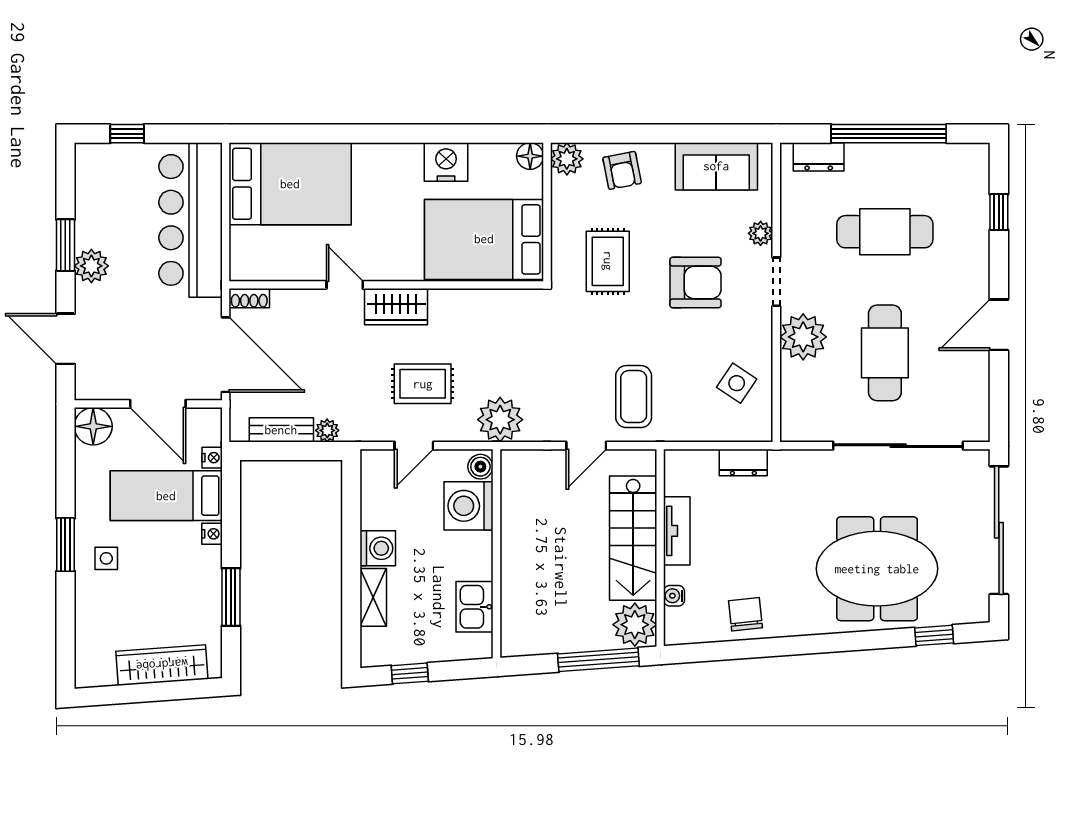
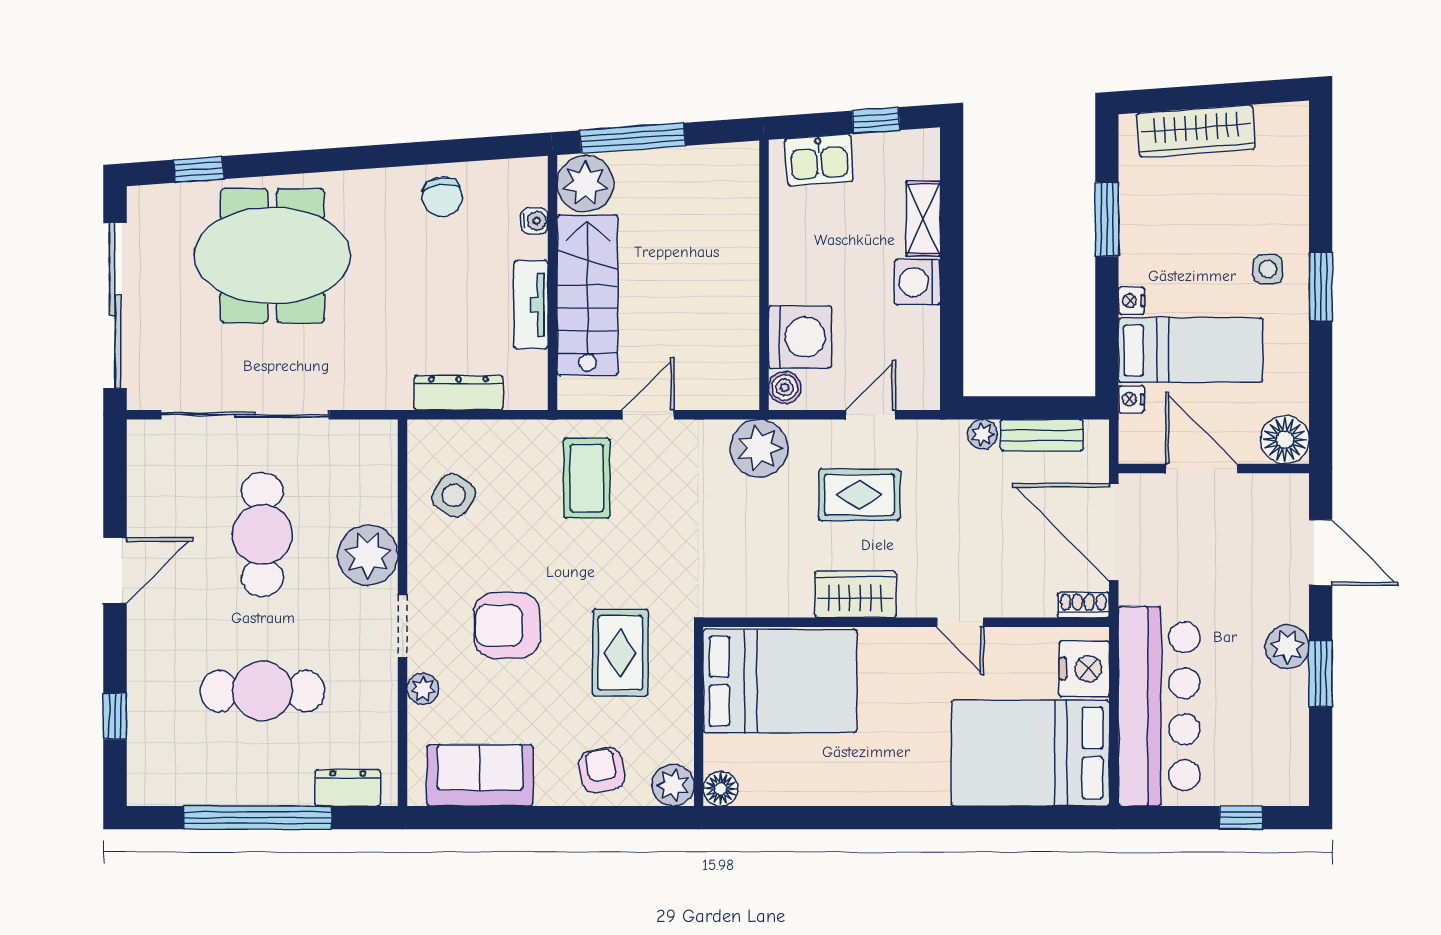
nightstand: (446, 162) -> (1084, 669), moved, turned -90
wardrobe: (396, 307) -> (855, 594), moved
dresser: (743, 463) -> (459, 393), width x1.44
kitchen sink: (474, 607) -> (819, 160), moved, turned 86

